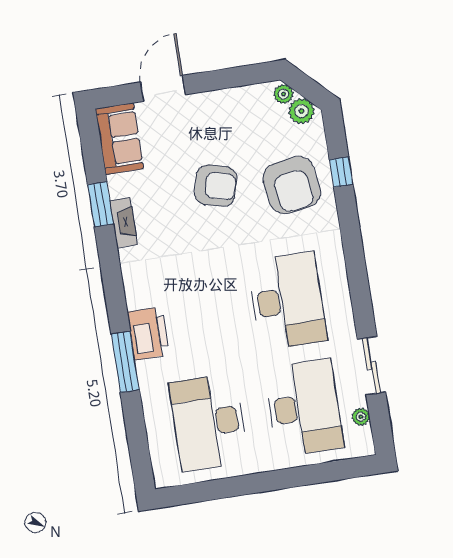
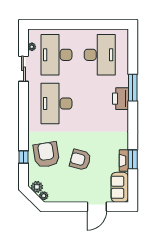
fireplace: (123, 223) -> (124, 161), moved

